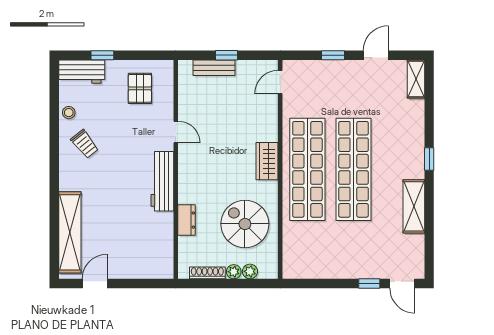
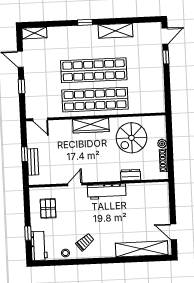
pallet: (140, 88) -> (48, 208), turned 90
wardrobe: (267, 161) -> (91, 125), width x1.50
plant: (250, 271) -> (162, 133), removed

